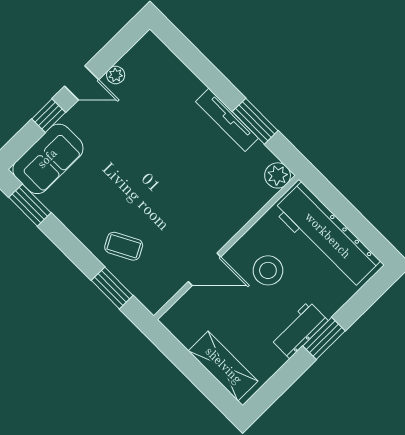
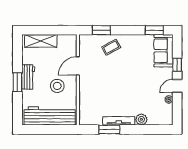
plant: (278, 175) -> (141, 119), moved

